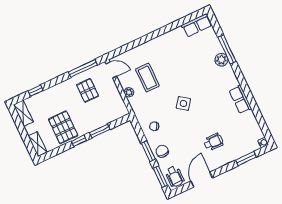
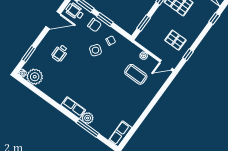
window: (83, 68) -> (188, 55), width x0.46
row of seats: (240, 99) -> (73, 108), moved
side table: (183, 103) -> (95, 50), moved
window: (100, 131) -> (144, 23), moved
plant: (252, 132) -> (35, 77), added
door: (202, 180) -> (53, 20), hinge flipped

